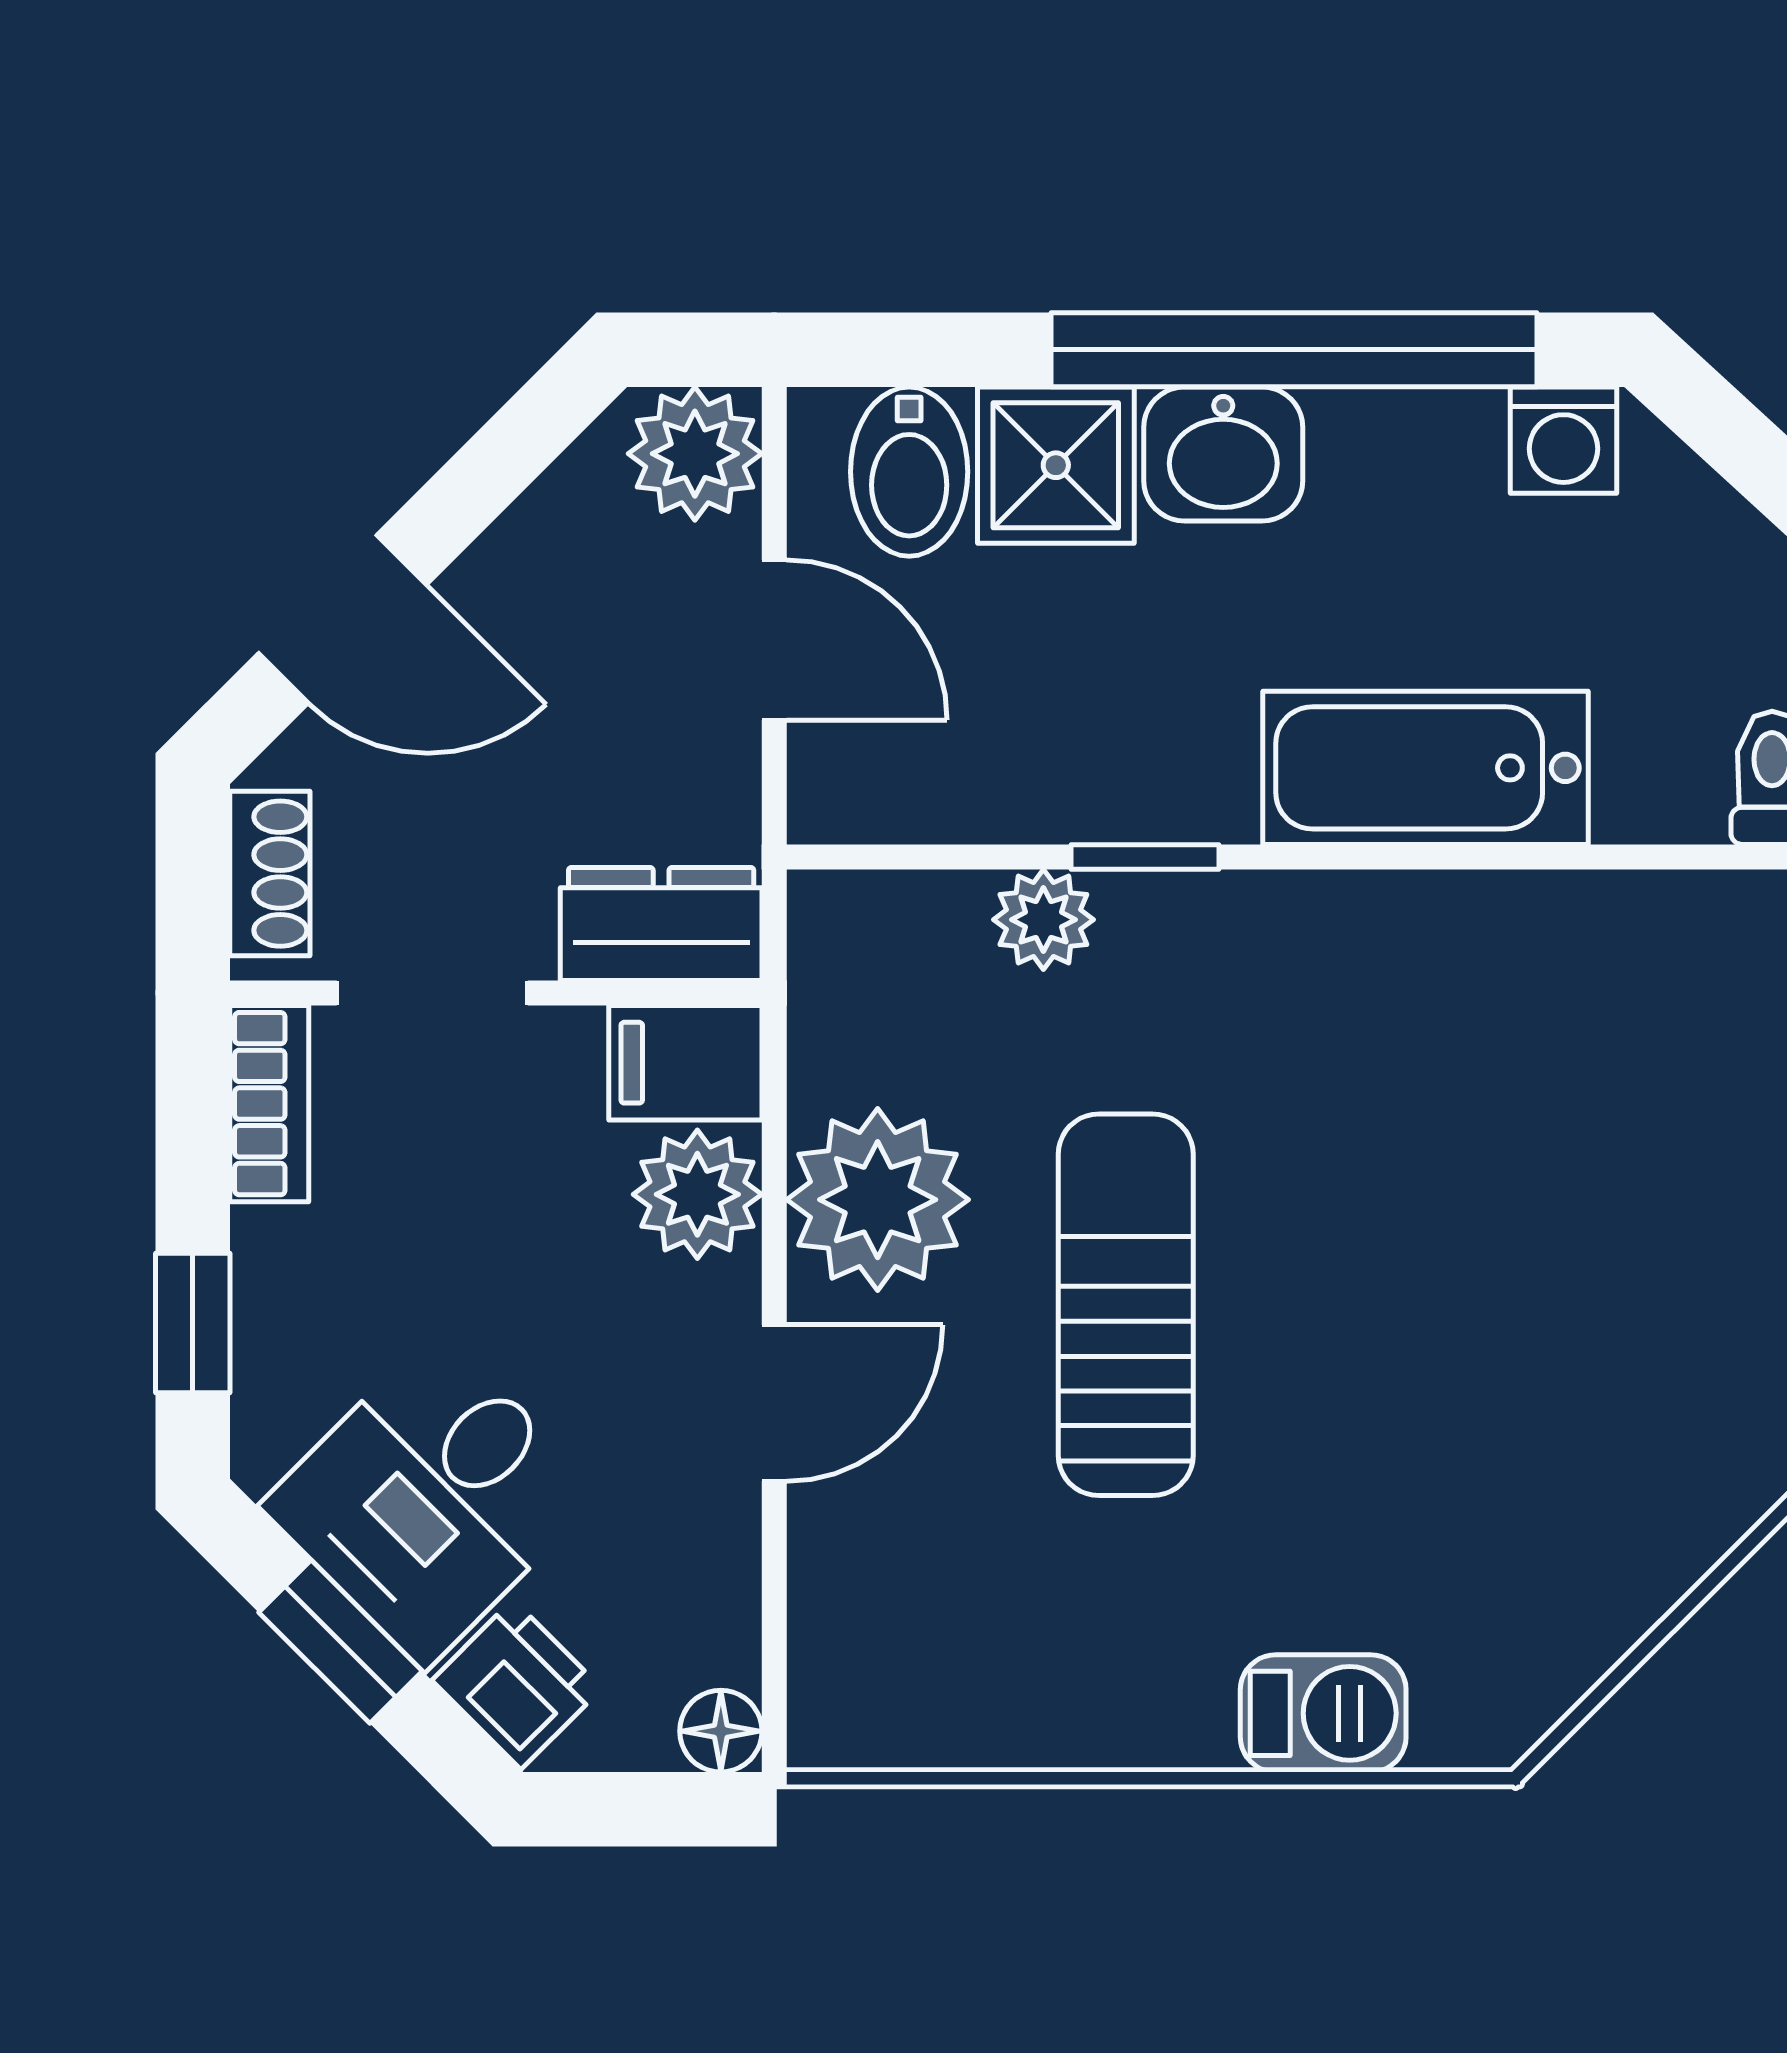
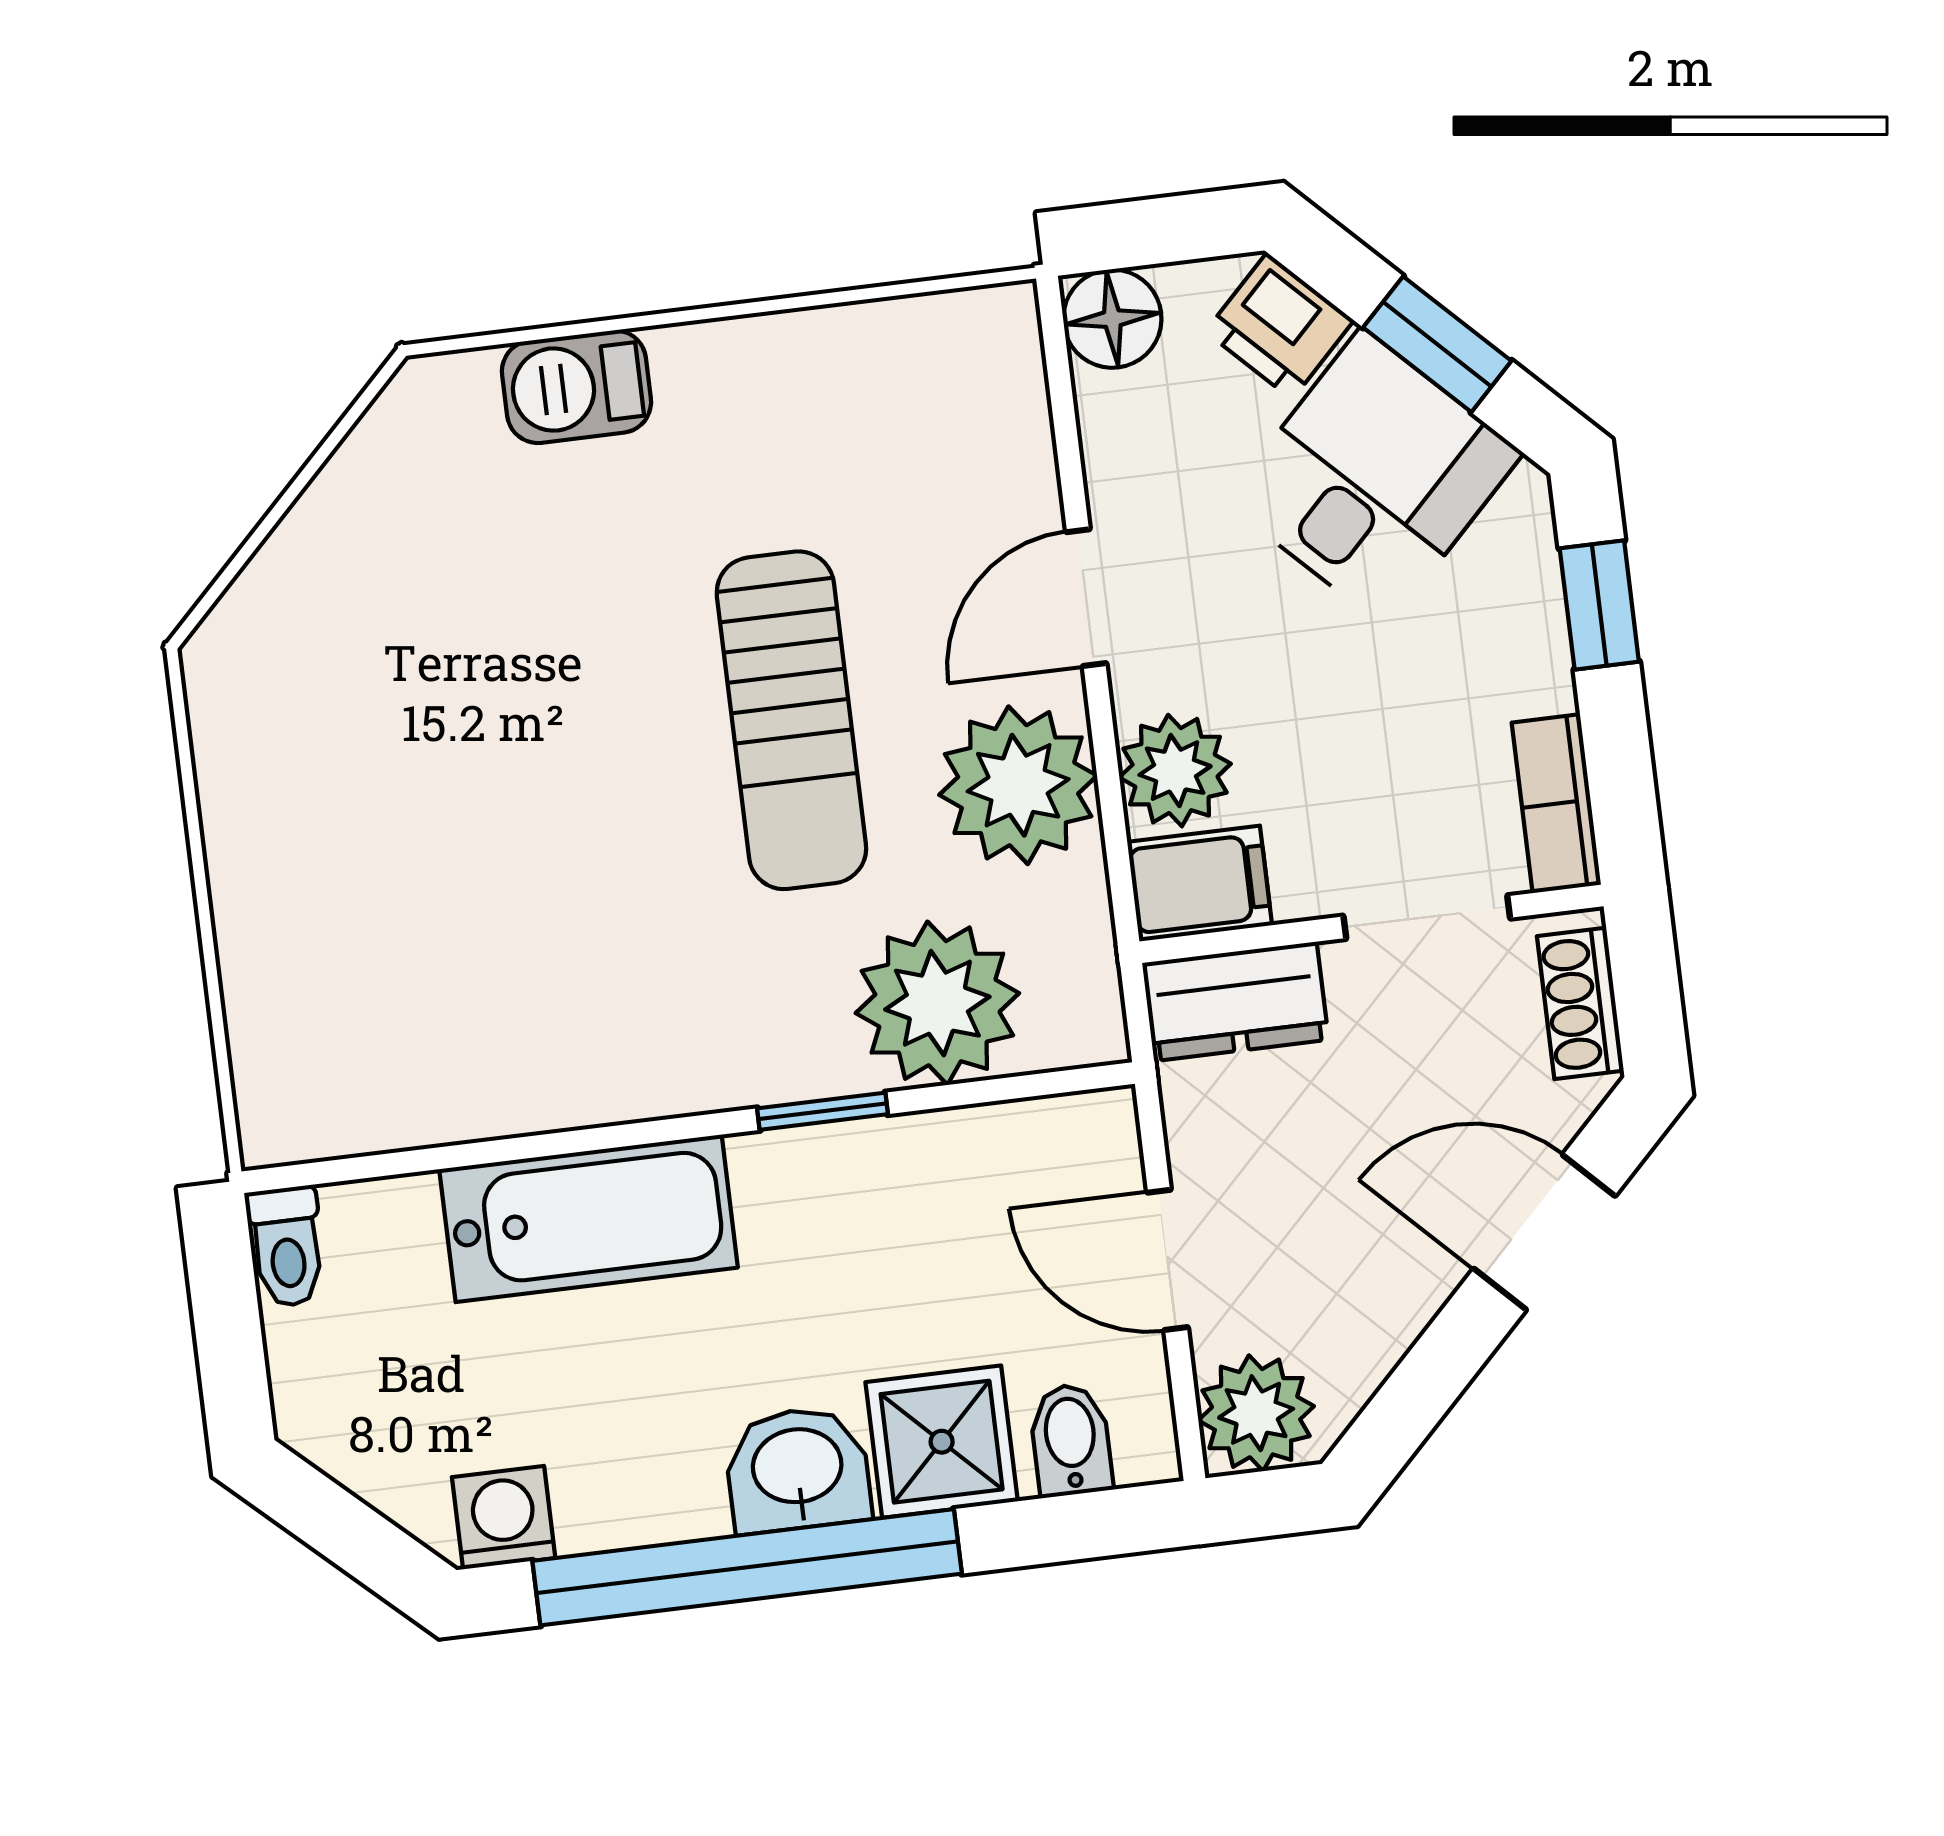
bidet: (909, 472) -> (1071, 1440), width x0.72, depth x0.74
plant: (1043, 920) -> (937, 1003), width x1.88, depth x1.88
floor lamp: (721, 1731) -> (1112, 319), width x1.37, depth x1.37

